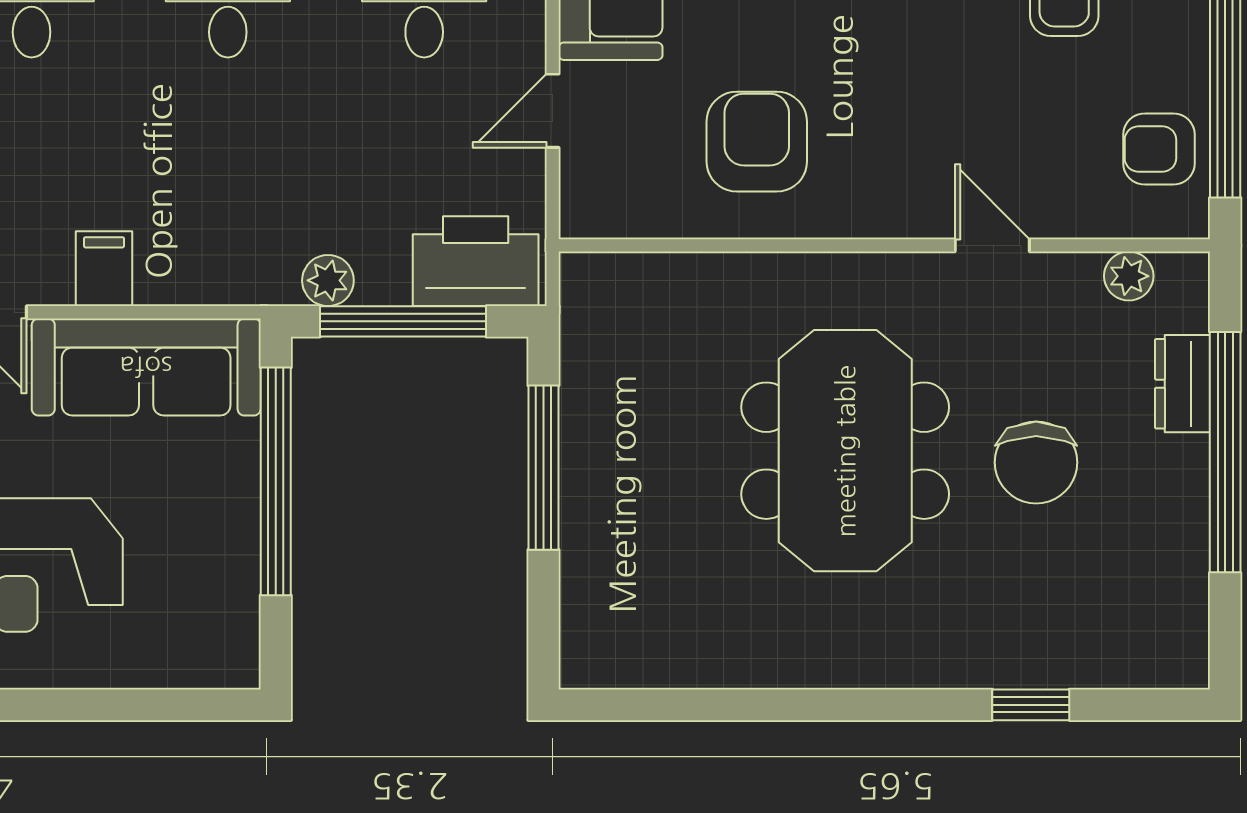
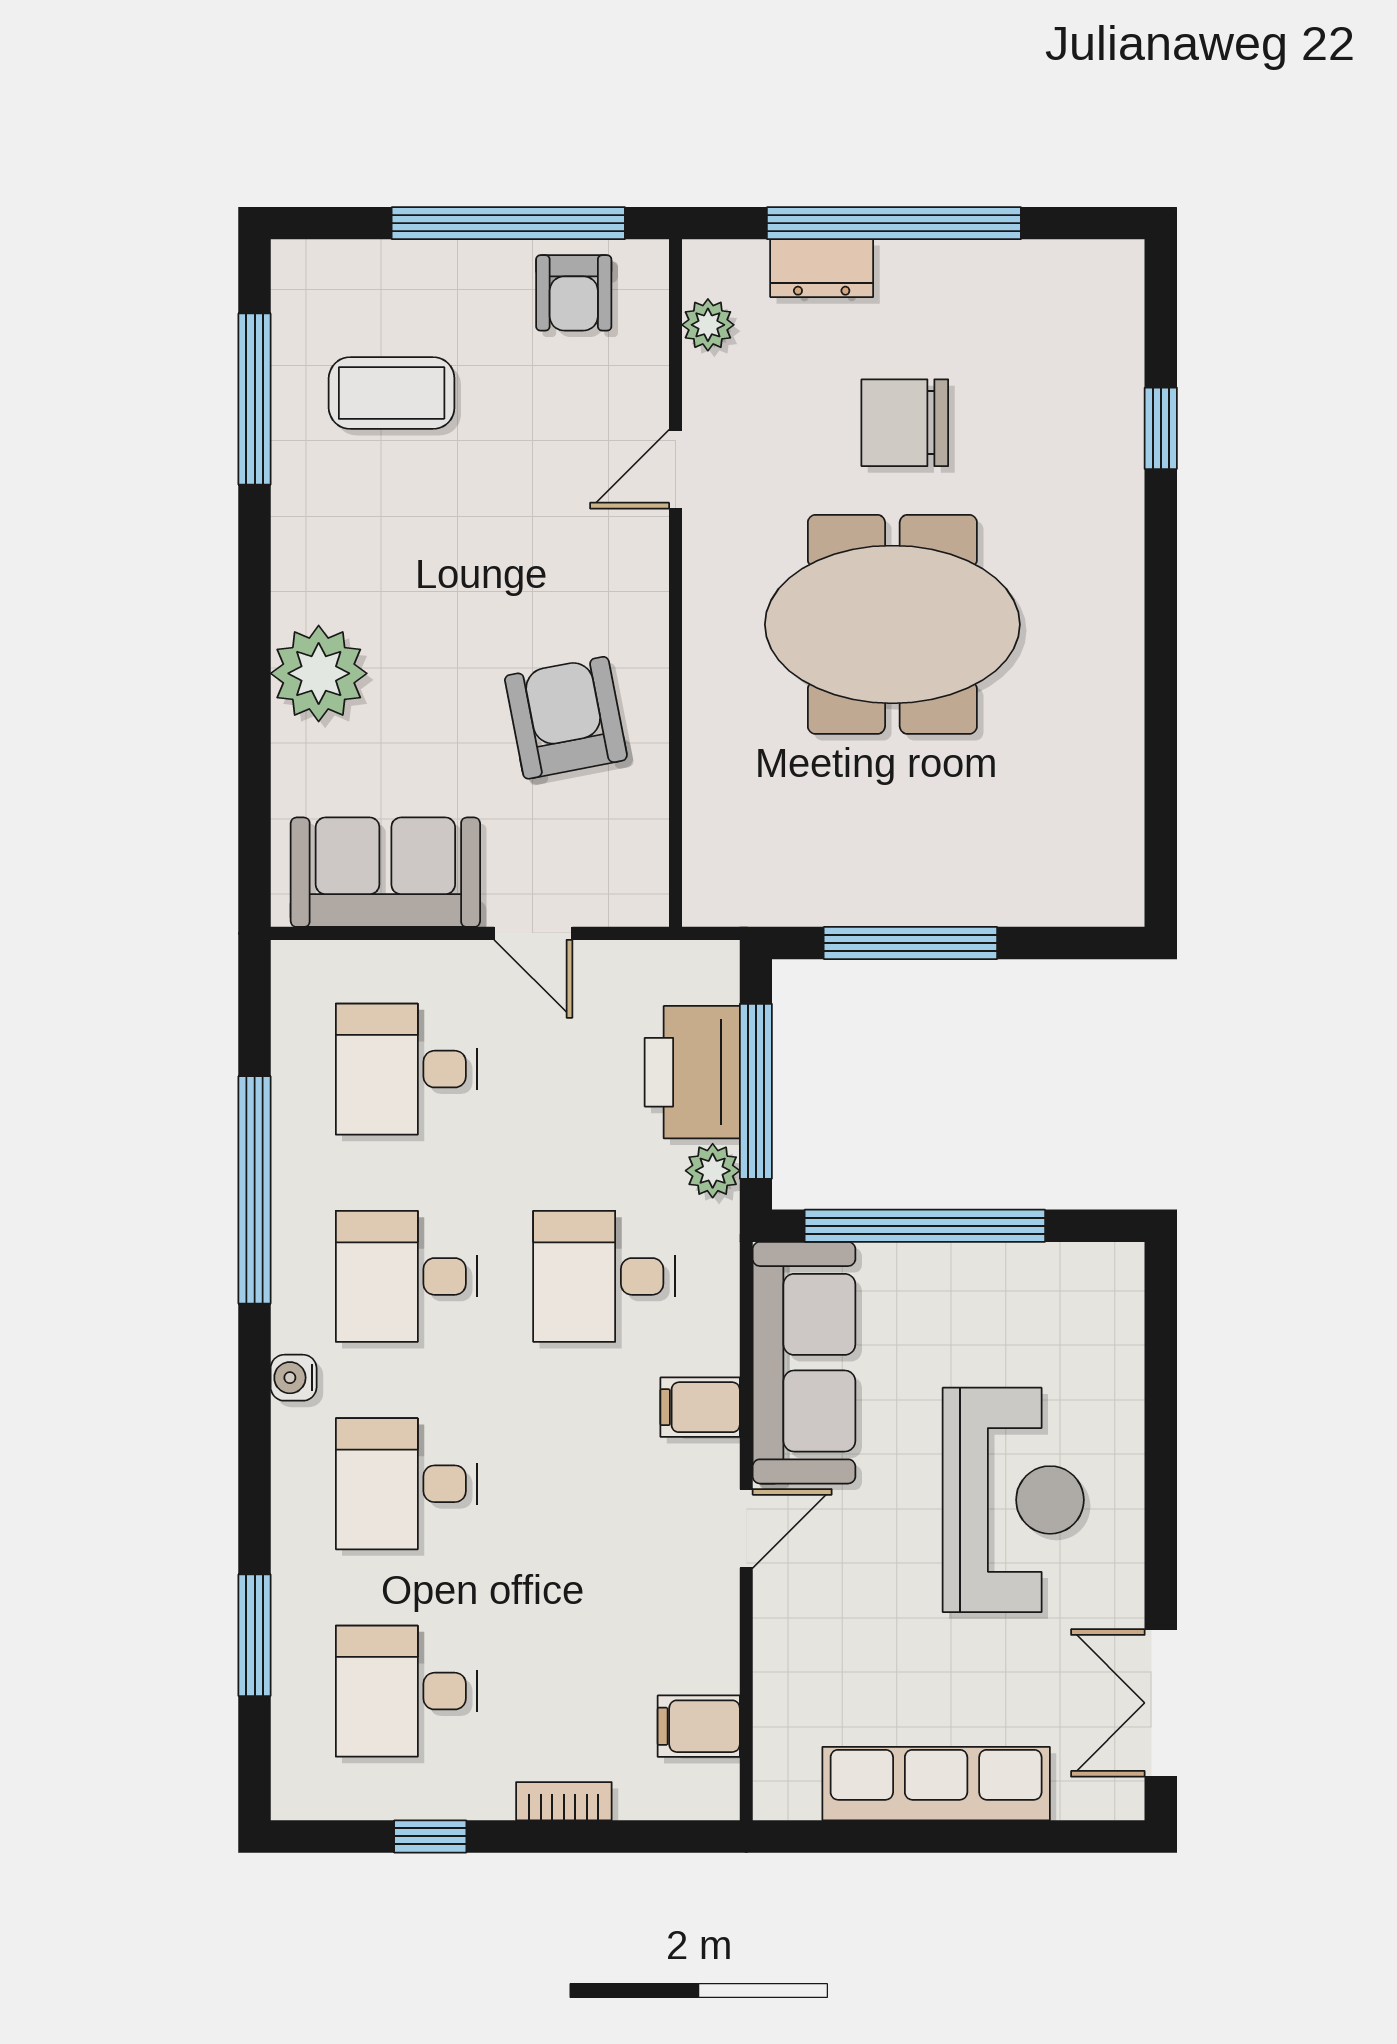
armchair: (757, 142) -> (566, 718), turned 79
desk: (228, 178) -> (604, 1276), added
printer: (476, 261) -> (692, 1072), moved
chair: (1036, 462) -> (905, 423), turned 180

